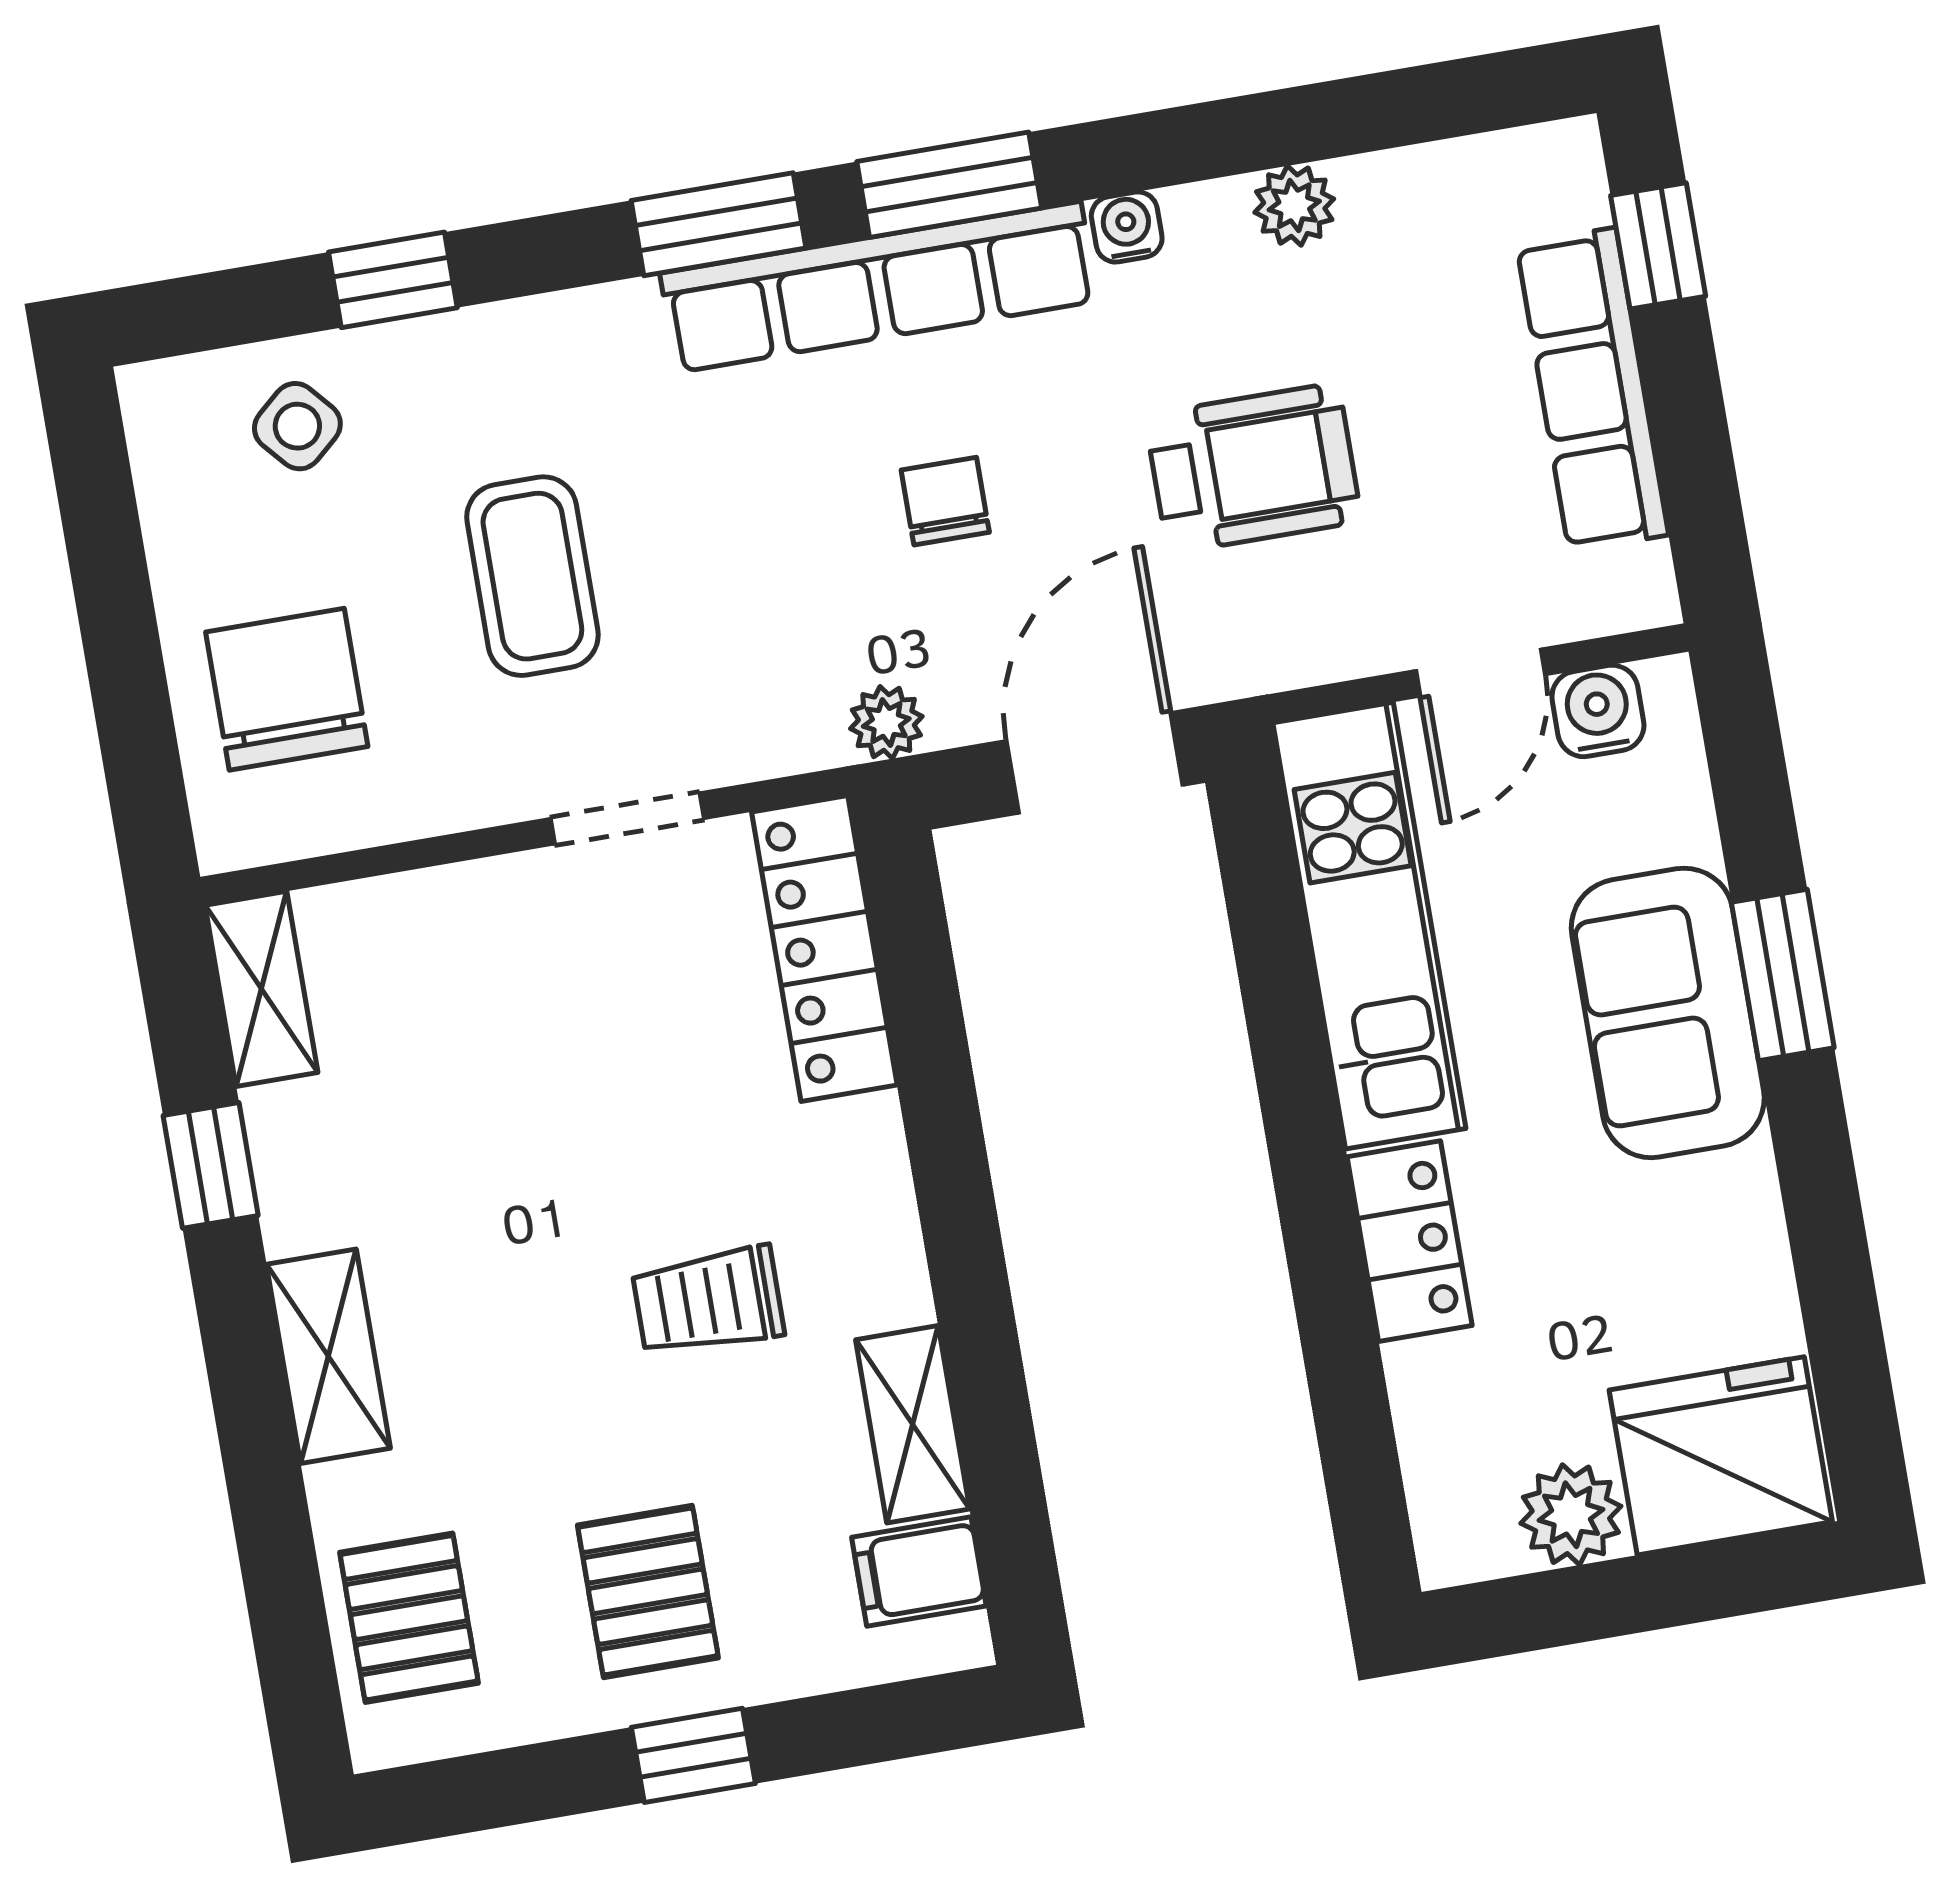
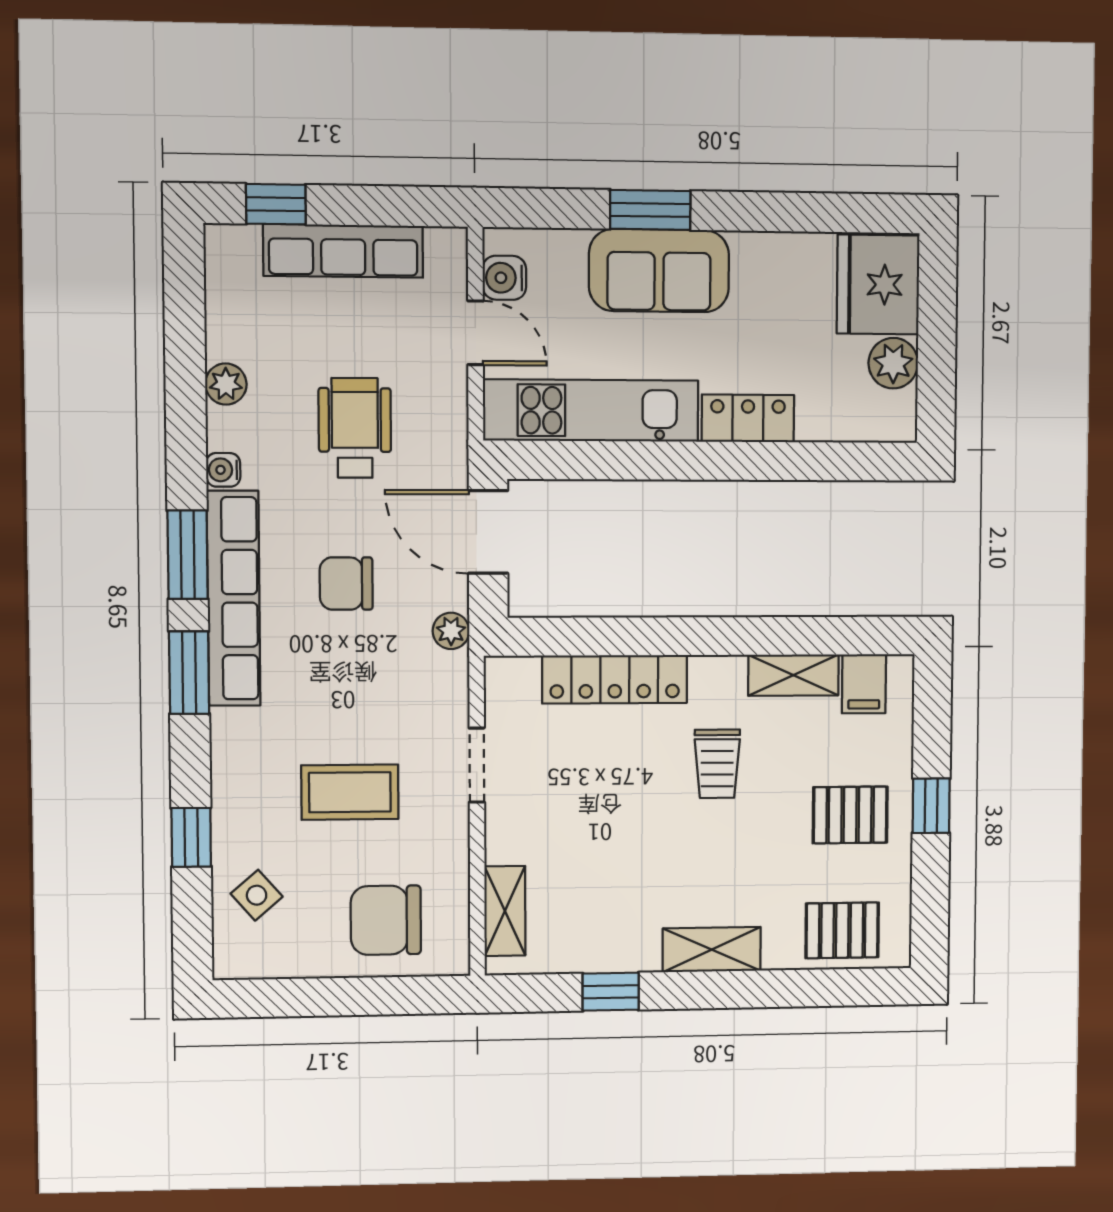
chair: (945, 501) -> (346, 584), width x1.37, depth x1.37
locker: (824, 948) -> (615, 679), moved
shelving: (261, 989) -> (505, 911), moved, turned 90

